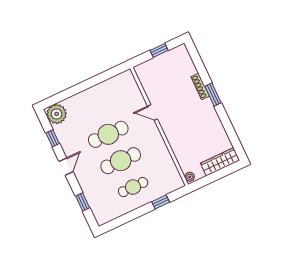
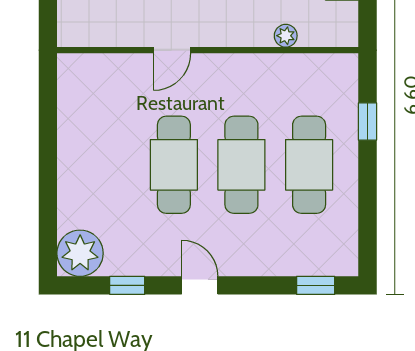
plant: (190, 177) -> (286, 36), moved
cafe table: (133, 187) -> (309, 165), width x1.37, depth x1.35
window: (83, 202) -> (316, 285), moved

